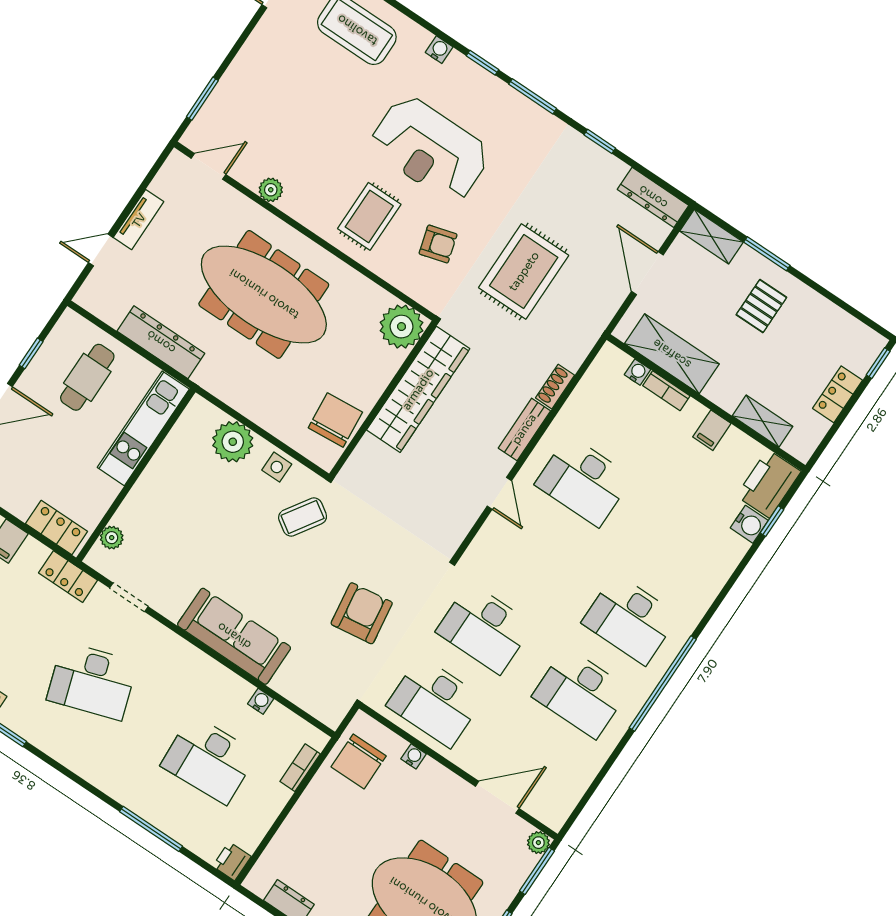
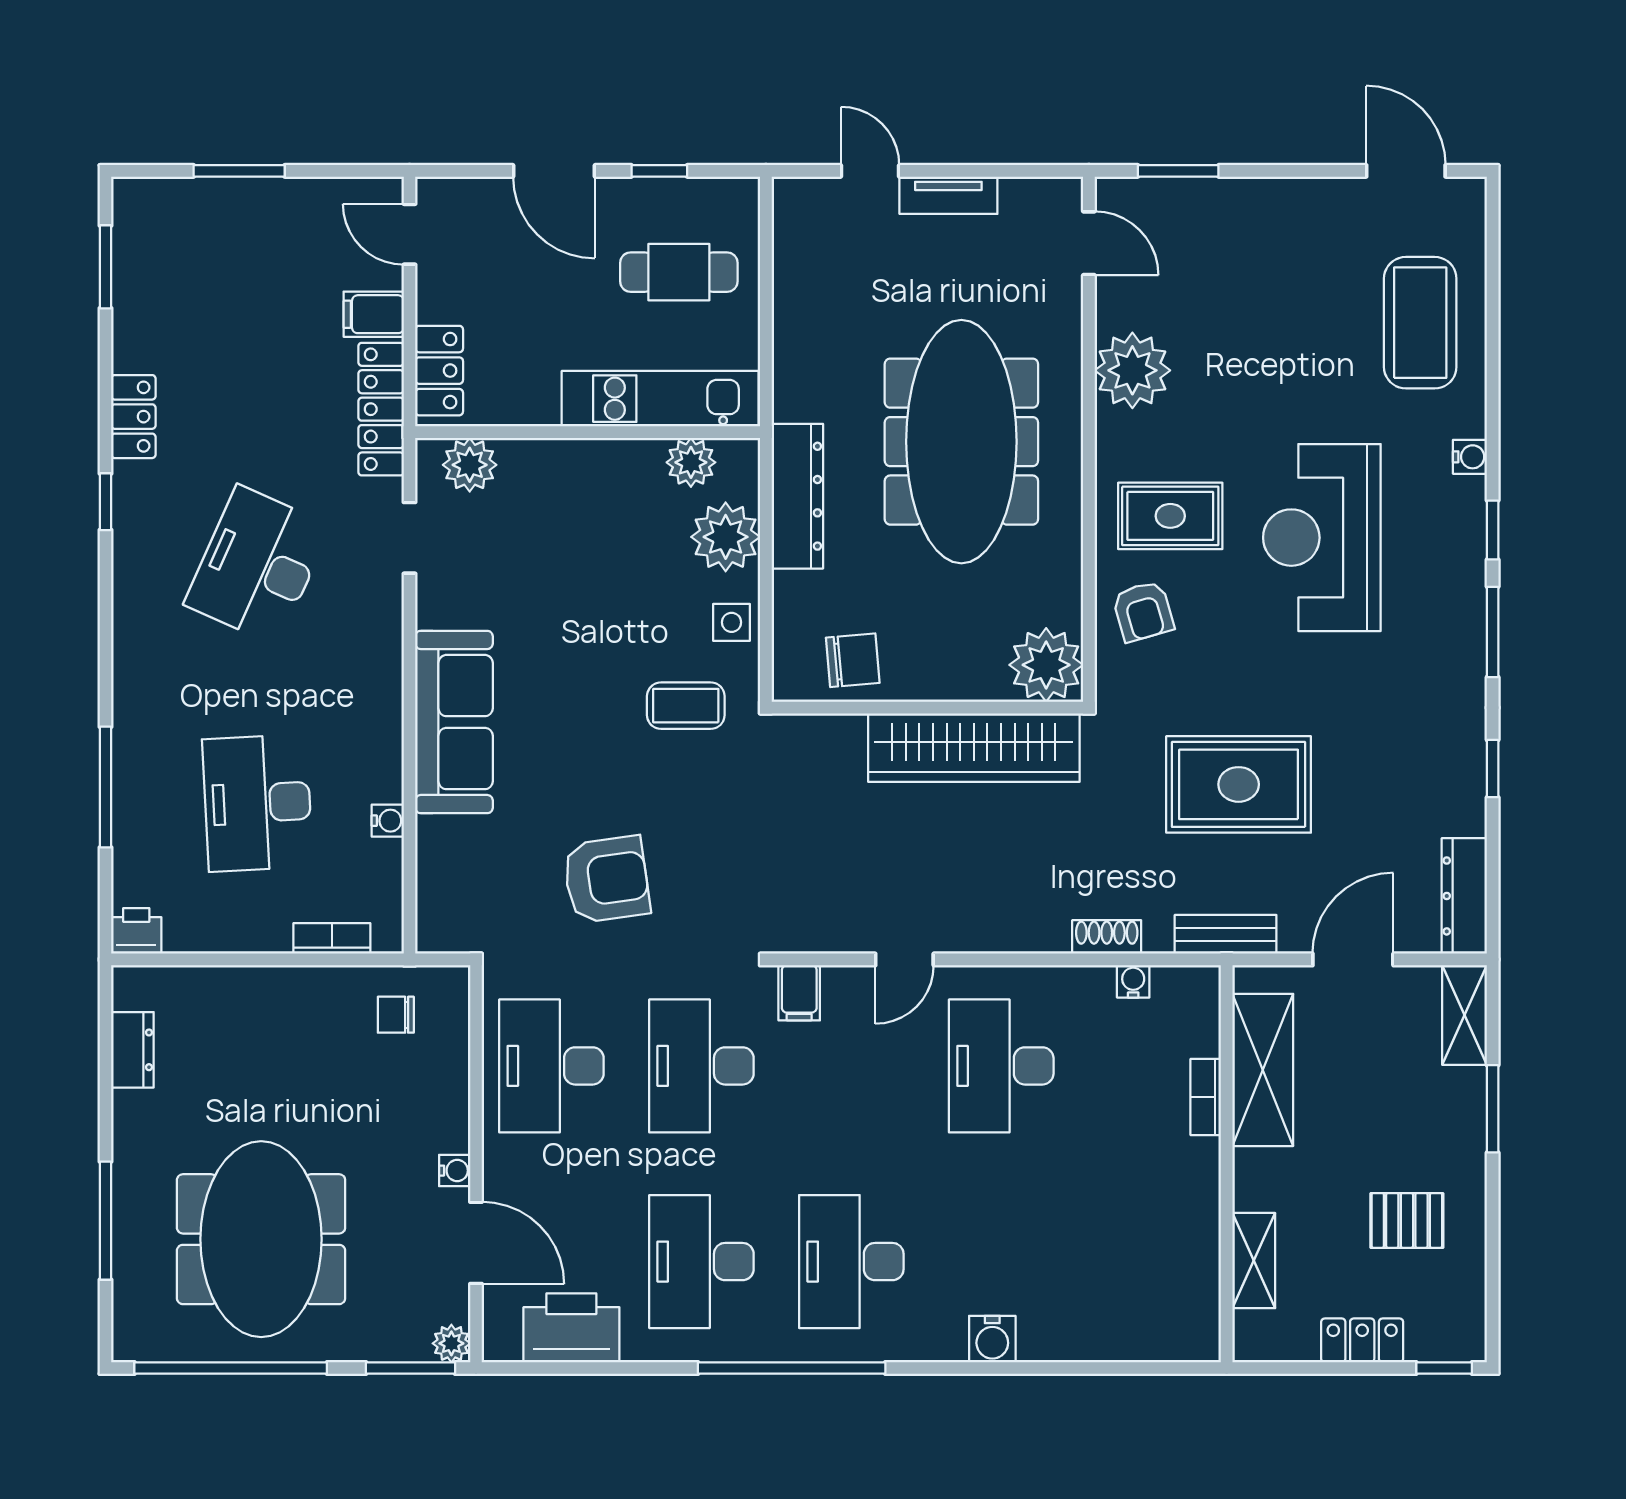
plant: (271, 190) -> (1132, 370), width x1.87, depth x1.87
armchair: (438, 244) -> (1143, 611), moved
pallet: (761, 306) -> (1407, 1220), moved
dresser: (161, 342) -> (797, 496), moved
water cooler: (637, 372) -> (1133, 981), moved, turned -90
chair: (335, 420) -> (853, 660), width x0.73, depth x0.73
bench: (524, 429) -> (1226, 934), moved
filing cabinet: (712, 430) -> (799, 993), moved, turned -90
plant: (185, 434) -> (691, 462), added
printer: (768, 484) -> (571, 1328), moved
coffee table: (303, 517) -> (686, 706), turned -33
window: (772, 521) -> (1122, 1368), removed
water cooler: (749, 524) -> (992, 1339), moved
plant: (112, 538) -> (470, 465), width x1.38, depth x1.38
locker: (68, 577) -> (381, 409), width x1.53
desk: (92, 681) -> (257, 565), turned 42
water cooler: (414, 756) -> (455, 1171), moved
chair: (359, 761) -> (396, 1015), width x0.54, depth x0.54

